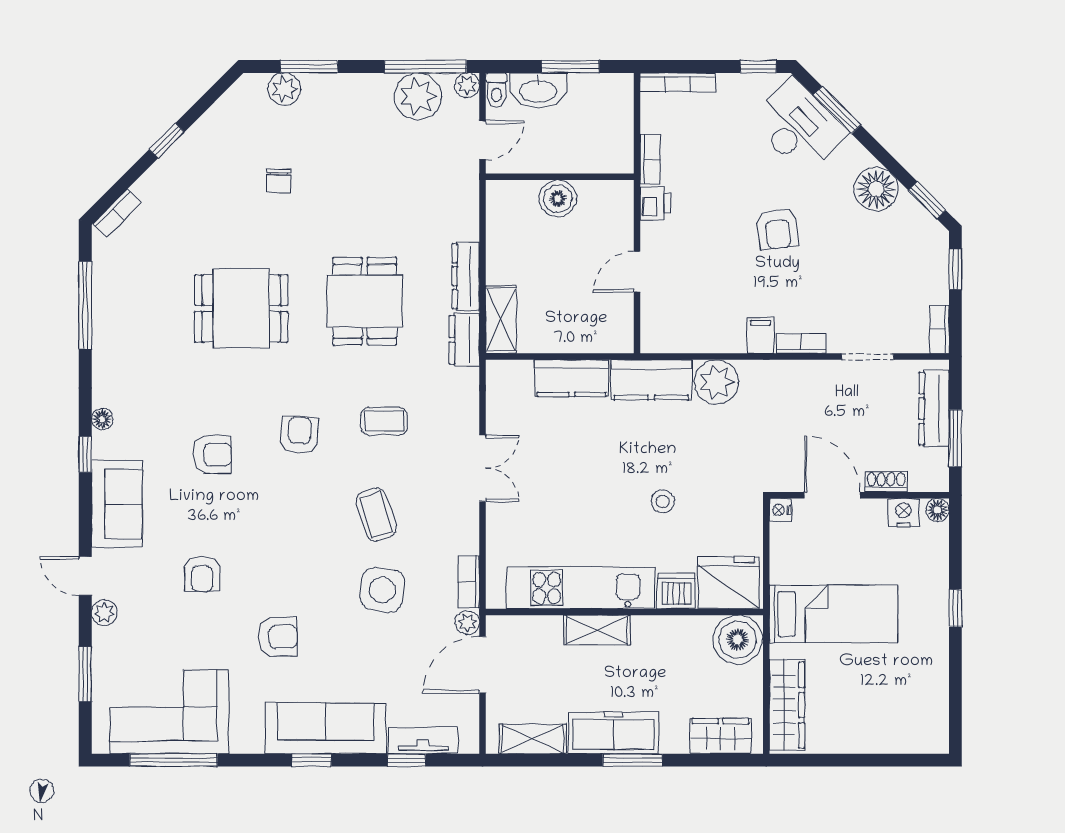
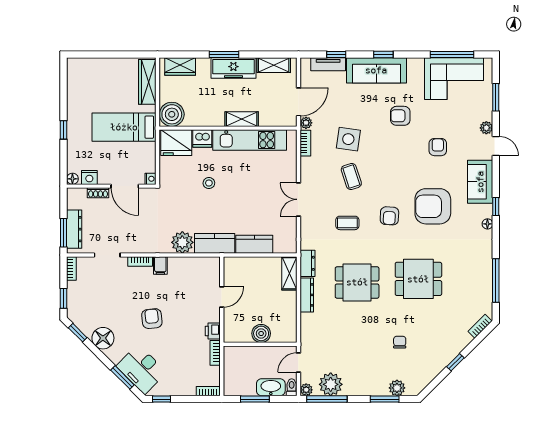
bookcase: (678, 82) -> (208, 391), width x0.64
dining table: (365, 301) -> (357, 282), turned 90
window: (955, 438) -> (64, 233), moved
armchair: (212, 455) -> (433, 206), width x1.88, depth x1.88

